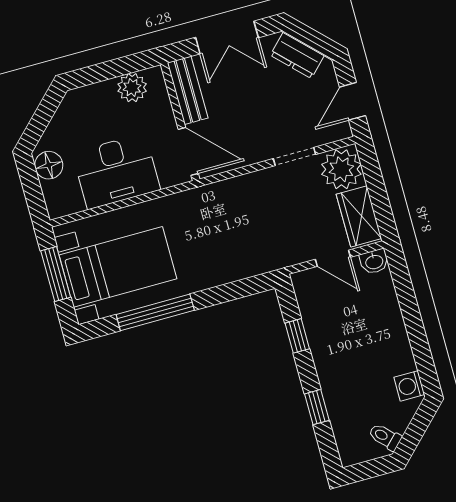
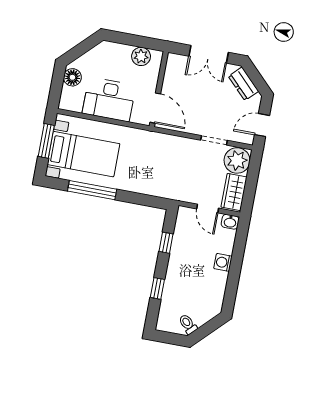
bench: (188, 90) -> (172, 73), removed
washing machine: (409, 386) -> (223, 262), moved

